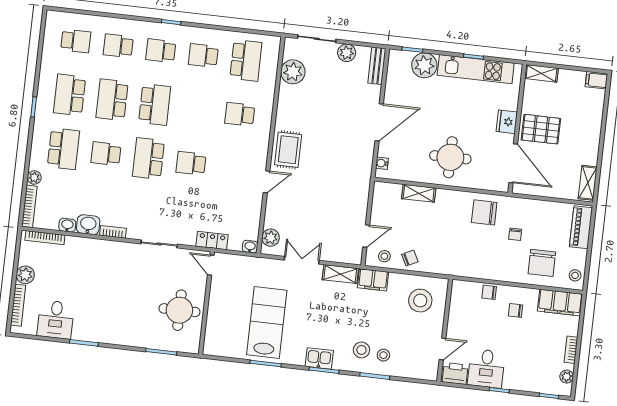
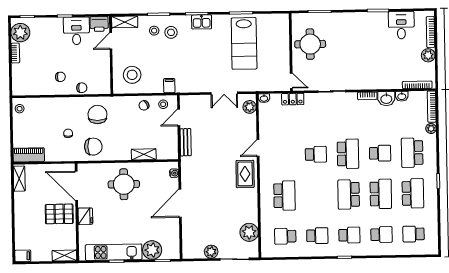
school desk: (246, 60) -> (285, 236), width x0.54
bench: (377, 66) -> (186, 142), moved
school desk: (240, 114) -> (285, 196), width x1.85
piano: (581, 227) -> (29, 155), moved, turned -90
chair: (542, 263) -> (97, 114), moved
shelving: (340, 274) -> (125, 22), moved
filing cabinet: (373, 280) -> (169, 86), width x0.50
filing cabinet: (560, 303) -> (28, 87), removed
plant: (567, 377) -> (20, 33), width x1.87, depth x1.87

